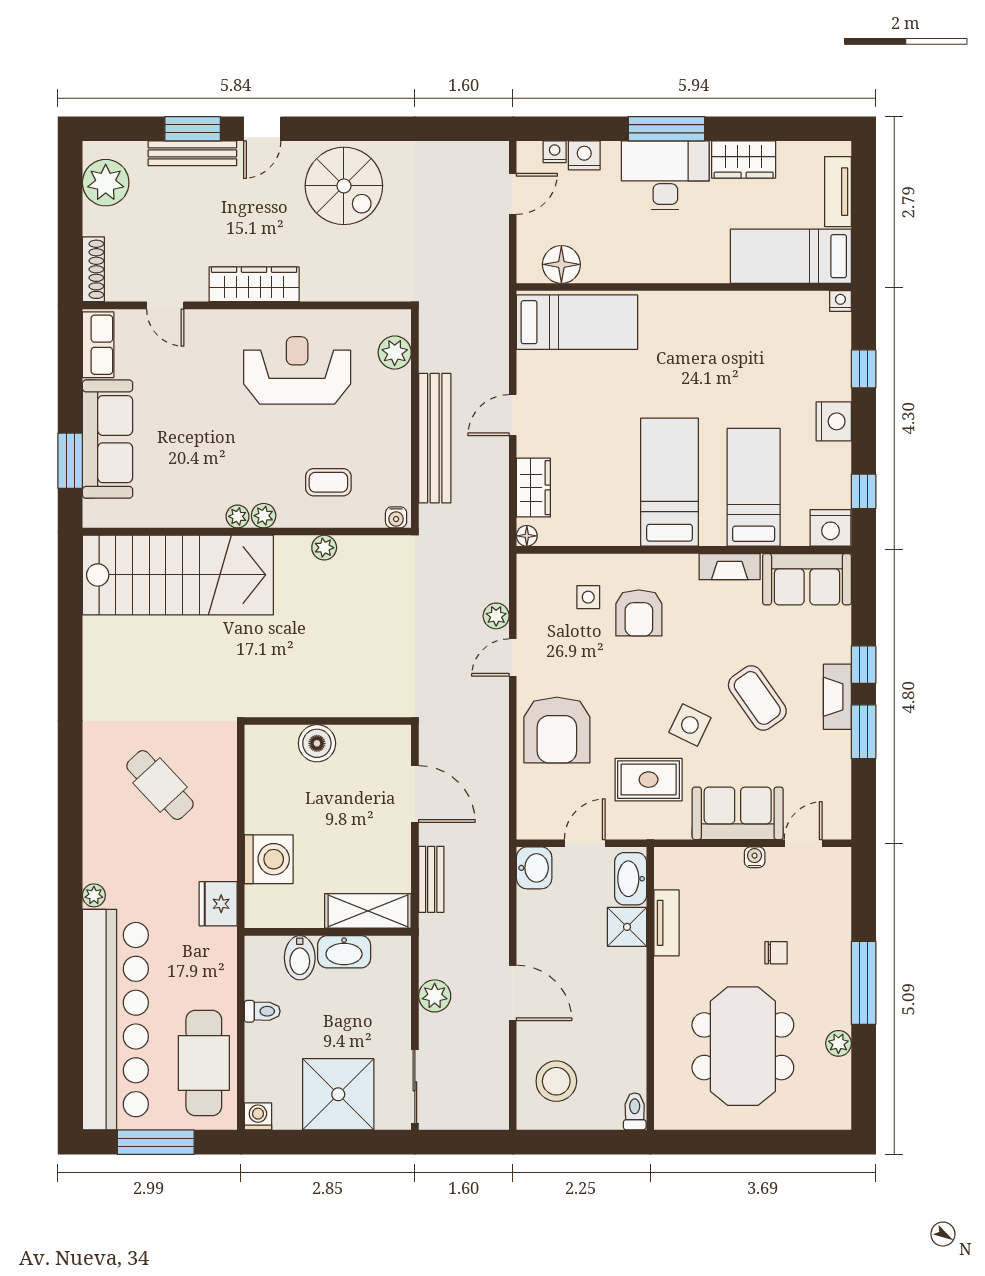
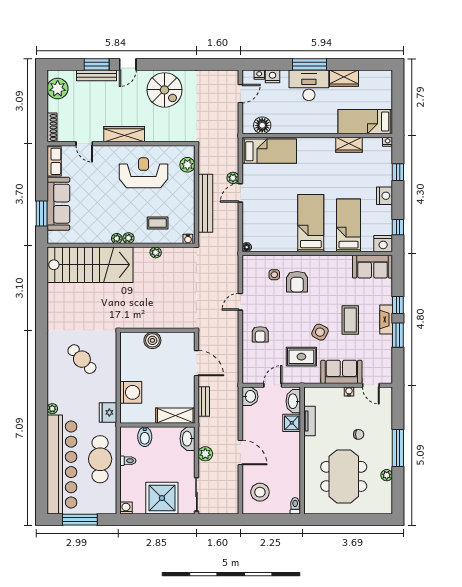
tv unit: (838, 192) -> (386, 93), removed
wardrobe: (533, 488) -> (349, 145), moved, turned 90
fireplace: (730, 567) -> (338, 261), removed
plant: (496, 616) -> (233, 178), moved
coffee table: (757, 698) -> (350, 320), turned 35
armchair: (557, 730) -> (260, 334), width x0.53, depth x0.53
door: (803, 843) -> (371, 385), swing flipped
washbasin: (344, 952) -> (188, 439), moved, turned 90
cafe table: (204, 1063) -> (100, 459), moved

